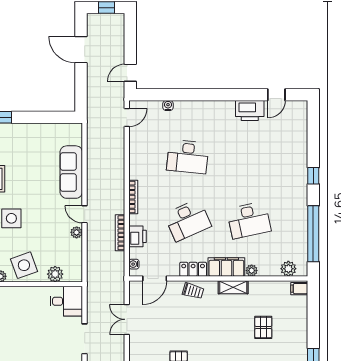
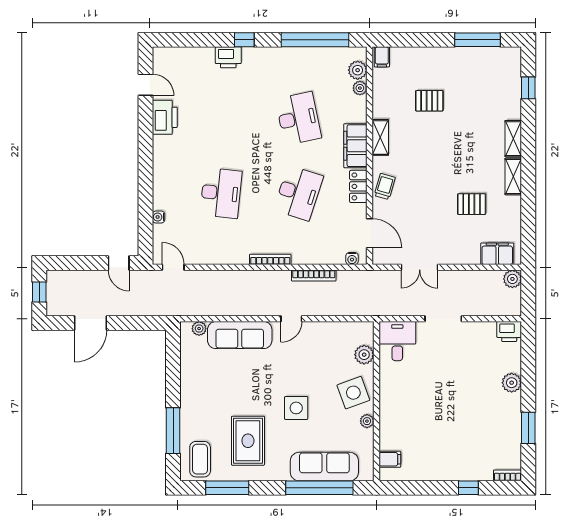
desk: (188, 220) -> (298, 193), turned 42
plant: (77, 232) -> (199, 329), moved
printer: (138, 236) -> (228, 57), moved, turned 180
plant: (252, 271) -> (360, 88), moved

